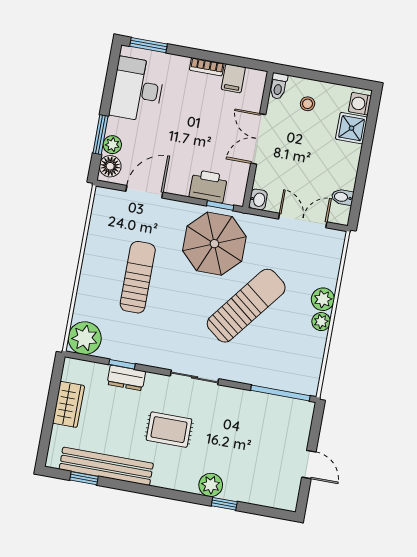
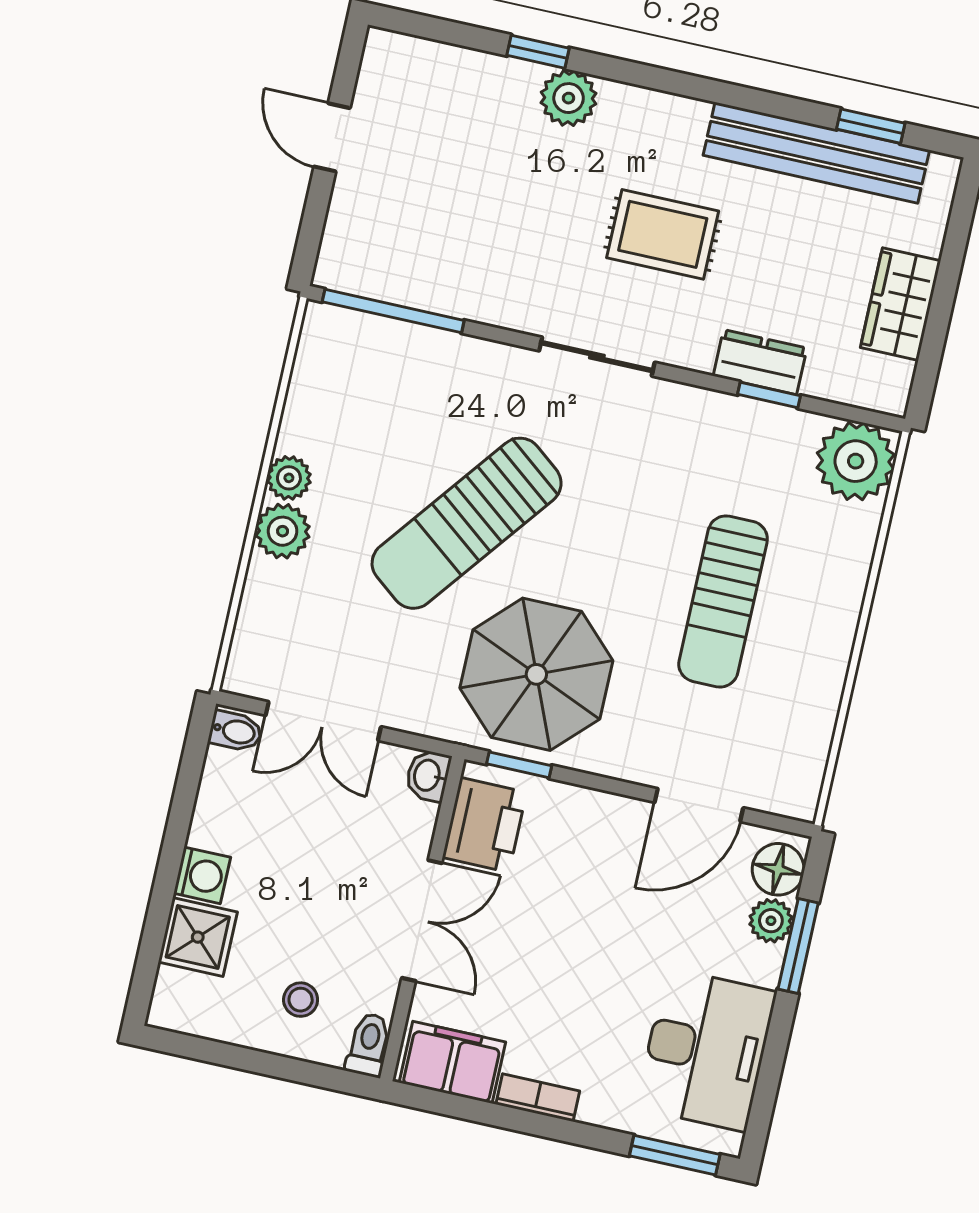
filing cabinet: (233, 78) -> (452, 1062), width x2.00
washing machine: (360, 104) -> (202, 875), moved
printer: (208, 186) -> (484, 825), moved, turned -90
bidet: (342, 197) -> (235, 731), moved

